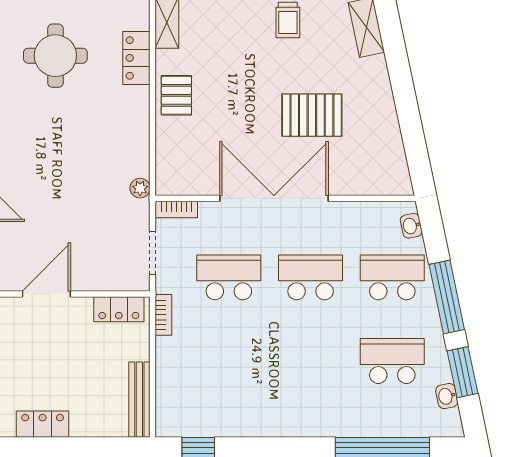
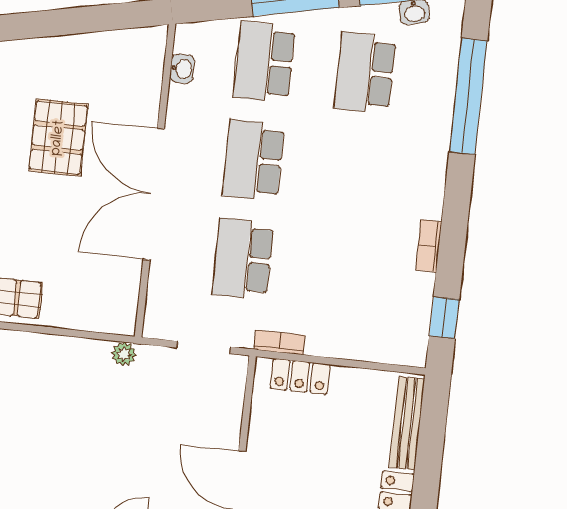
bookcase: (176, 209) -> (429, 246), moved, turned 180
washbasin: (411, 226) -> (182, 69), moved, turned -78
locker: (119, 309) -> (300, 376), moved, turned 90
bench: (139, 400) -> (407, 423), moved, turned 90

